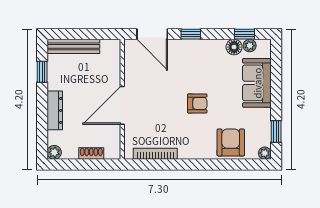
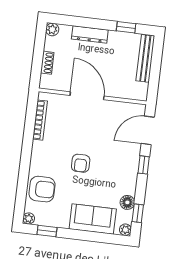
plant: (250, 46) -> (125, 230), moved

